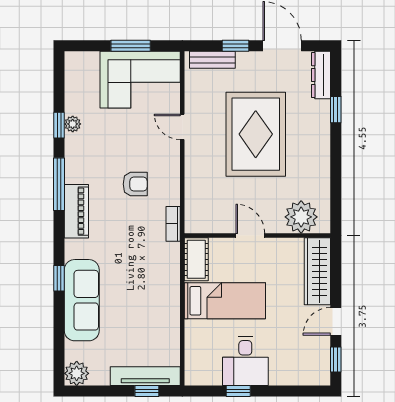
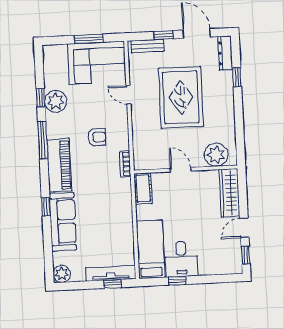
plant: (73, 124) -> (56, 101), width x1.88, depth x1.88
piano: (76, 211) -> (59, 165), width x1.37, depth x1.33
bed: (225, 301) -> (150, 249), moved, turned -90

